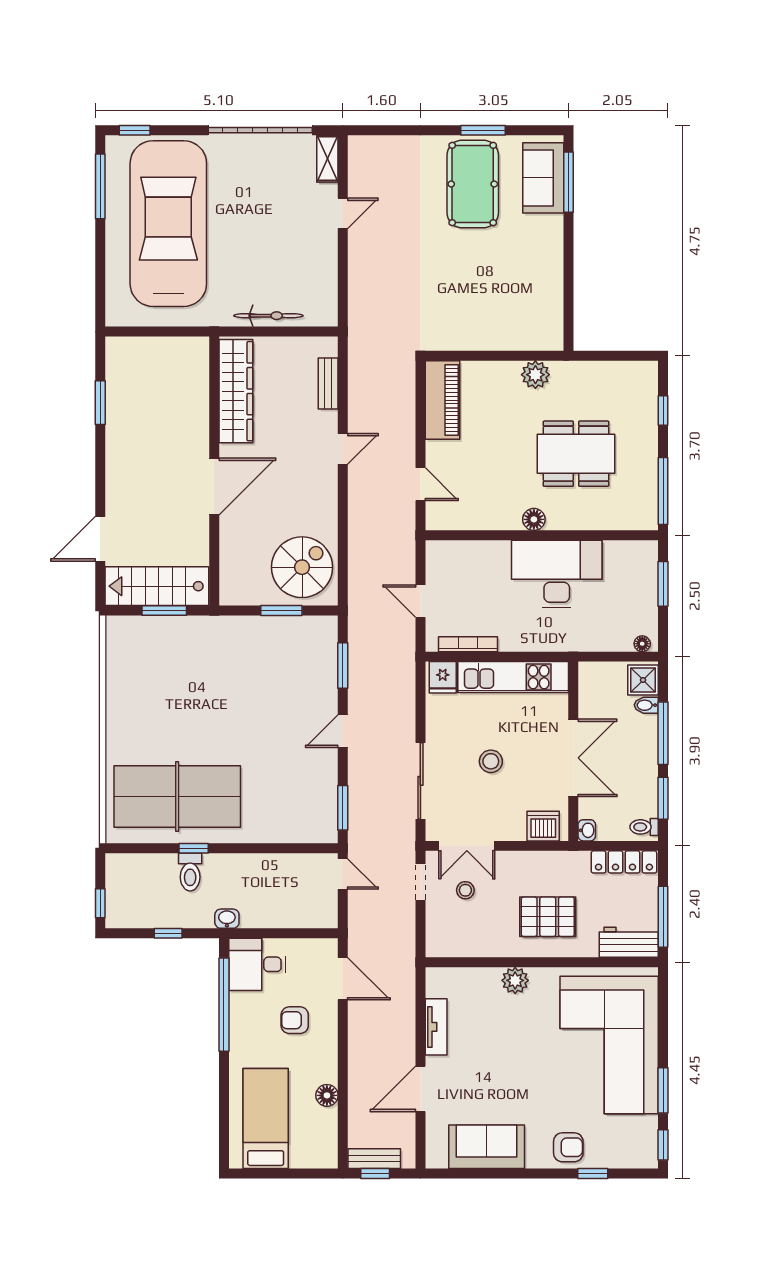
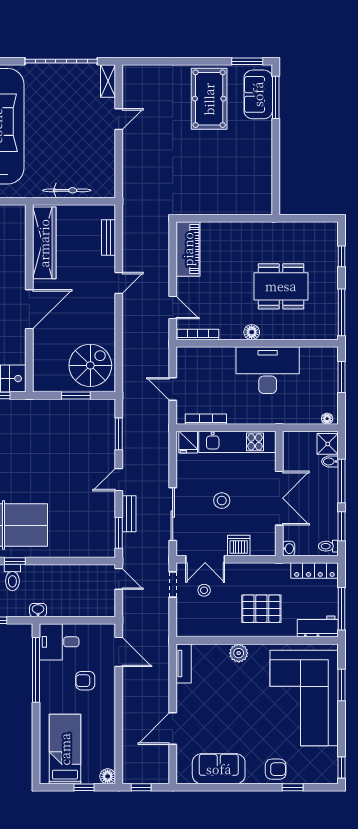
window: (483, 130) -> (247, 61), moved
plant: (535, 375) -> (253, 231), removed
bookcase: (457, 523) -> (198, 335), added
dishwasher: (543, 826) -> (239, 546), moved
tv unit: (436, 1027) -> (184, 663), moved
window: (663, 1090) -> (342, 685), moved
floor lamp: (327, 1095) -> (108, 776), moved
bench: (374, 1159) -> (129, 514), moved, turned 90
window: (293, 1173) -> (84, 787), added

